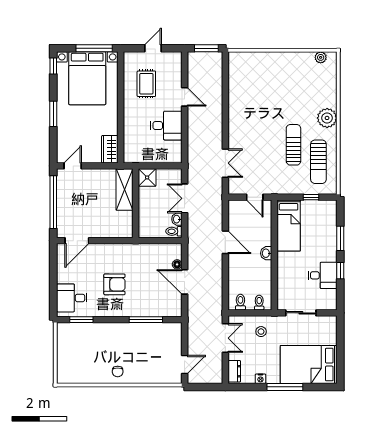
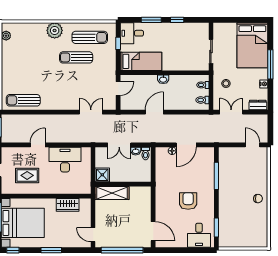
sun lounger: (240, 79) -> (23, 100), added
desk: (166, 126) -> (65, 160), width x1.37
wardrobe: (110, 149) -> (68, 205), moved
desk: (323, 275) -> (132, 33), moved, turned -90

